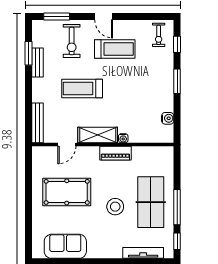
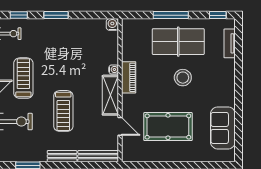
bench: (37, 62) -> (62, 156), moved
water cooler: (168, 118) -> (112, 24), moved
pool table: (67, 192) -> (168, 127), turned 90
window: (177, 207) -> (171, 15), moved
tv unit: (143, 253) -> (230, 43), width x0.71

